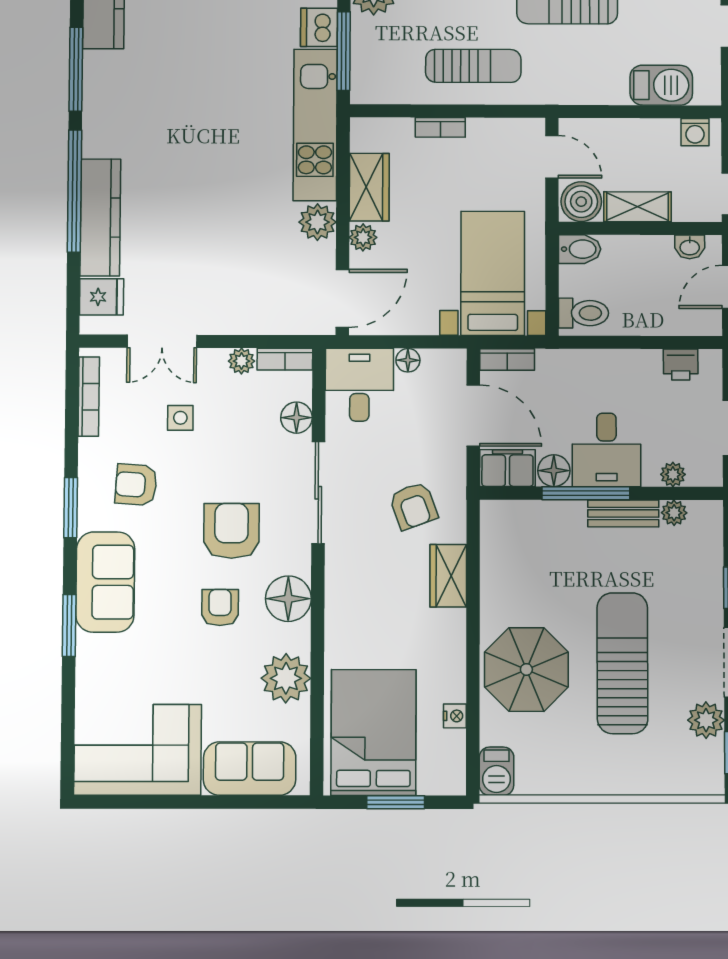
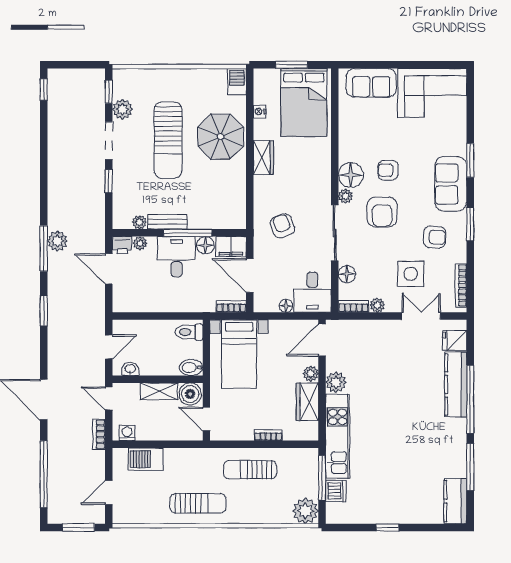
printer: (681, 365) -> (122, 245), moved, turned 180
side table: (180, 418) -> (411, 274), width x1.87, depth x1.87
wardrobe: (448, 576) -> (263, 158), moved
armchair: (220, 608) -> (388, 170), turned 90
plant: (286, 678) -> (345, 196), moved, width x0.53, depth x0.53

